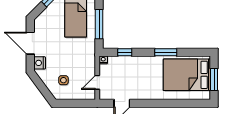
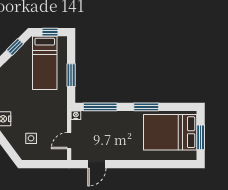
window: (99, 24) -> (71, 75), width x0.69
window: (125, 52) -> (100, 107), width x2.17

